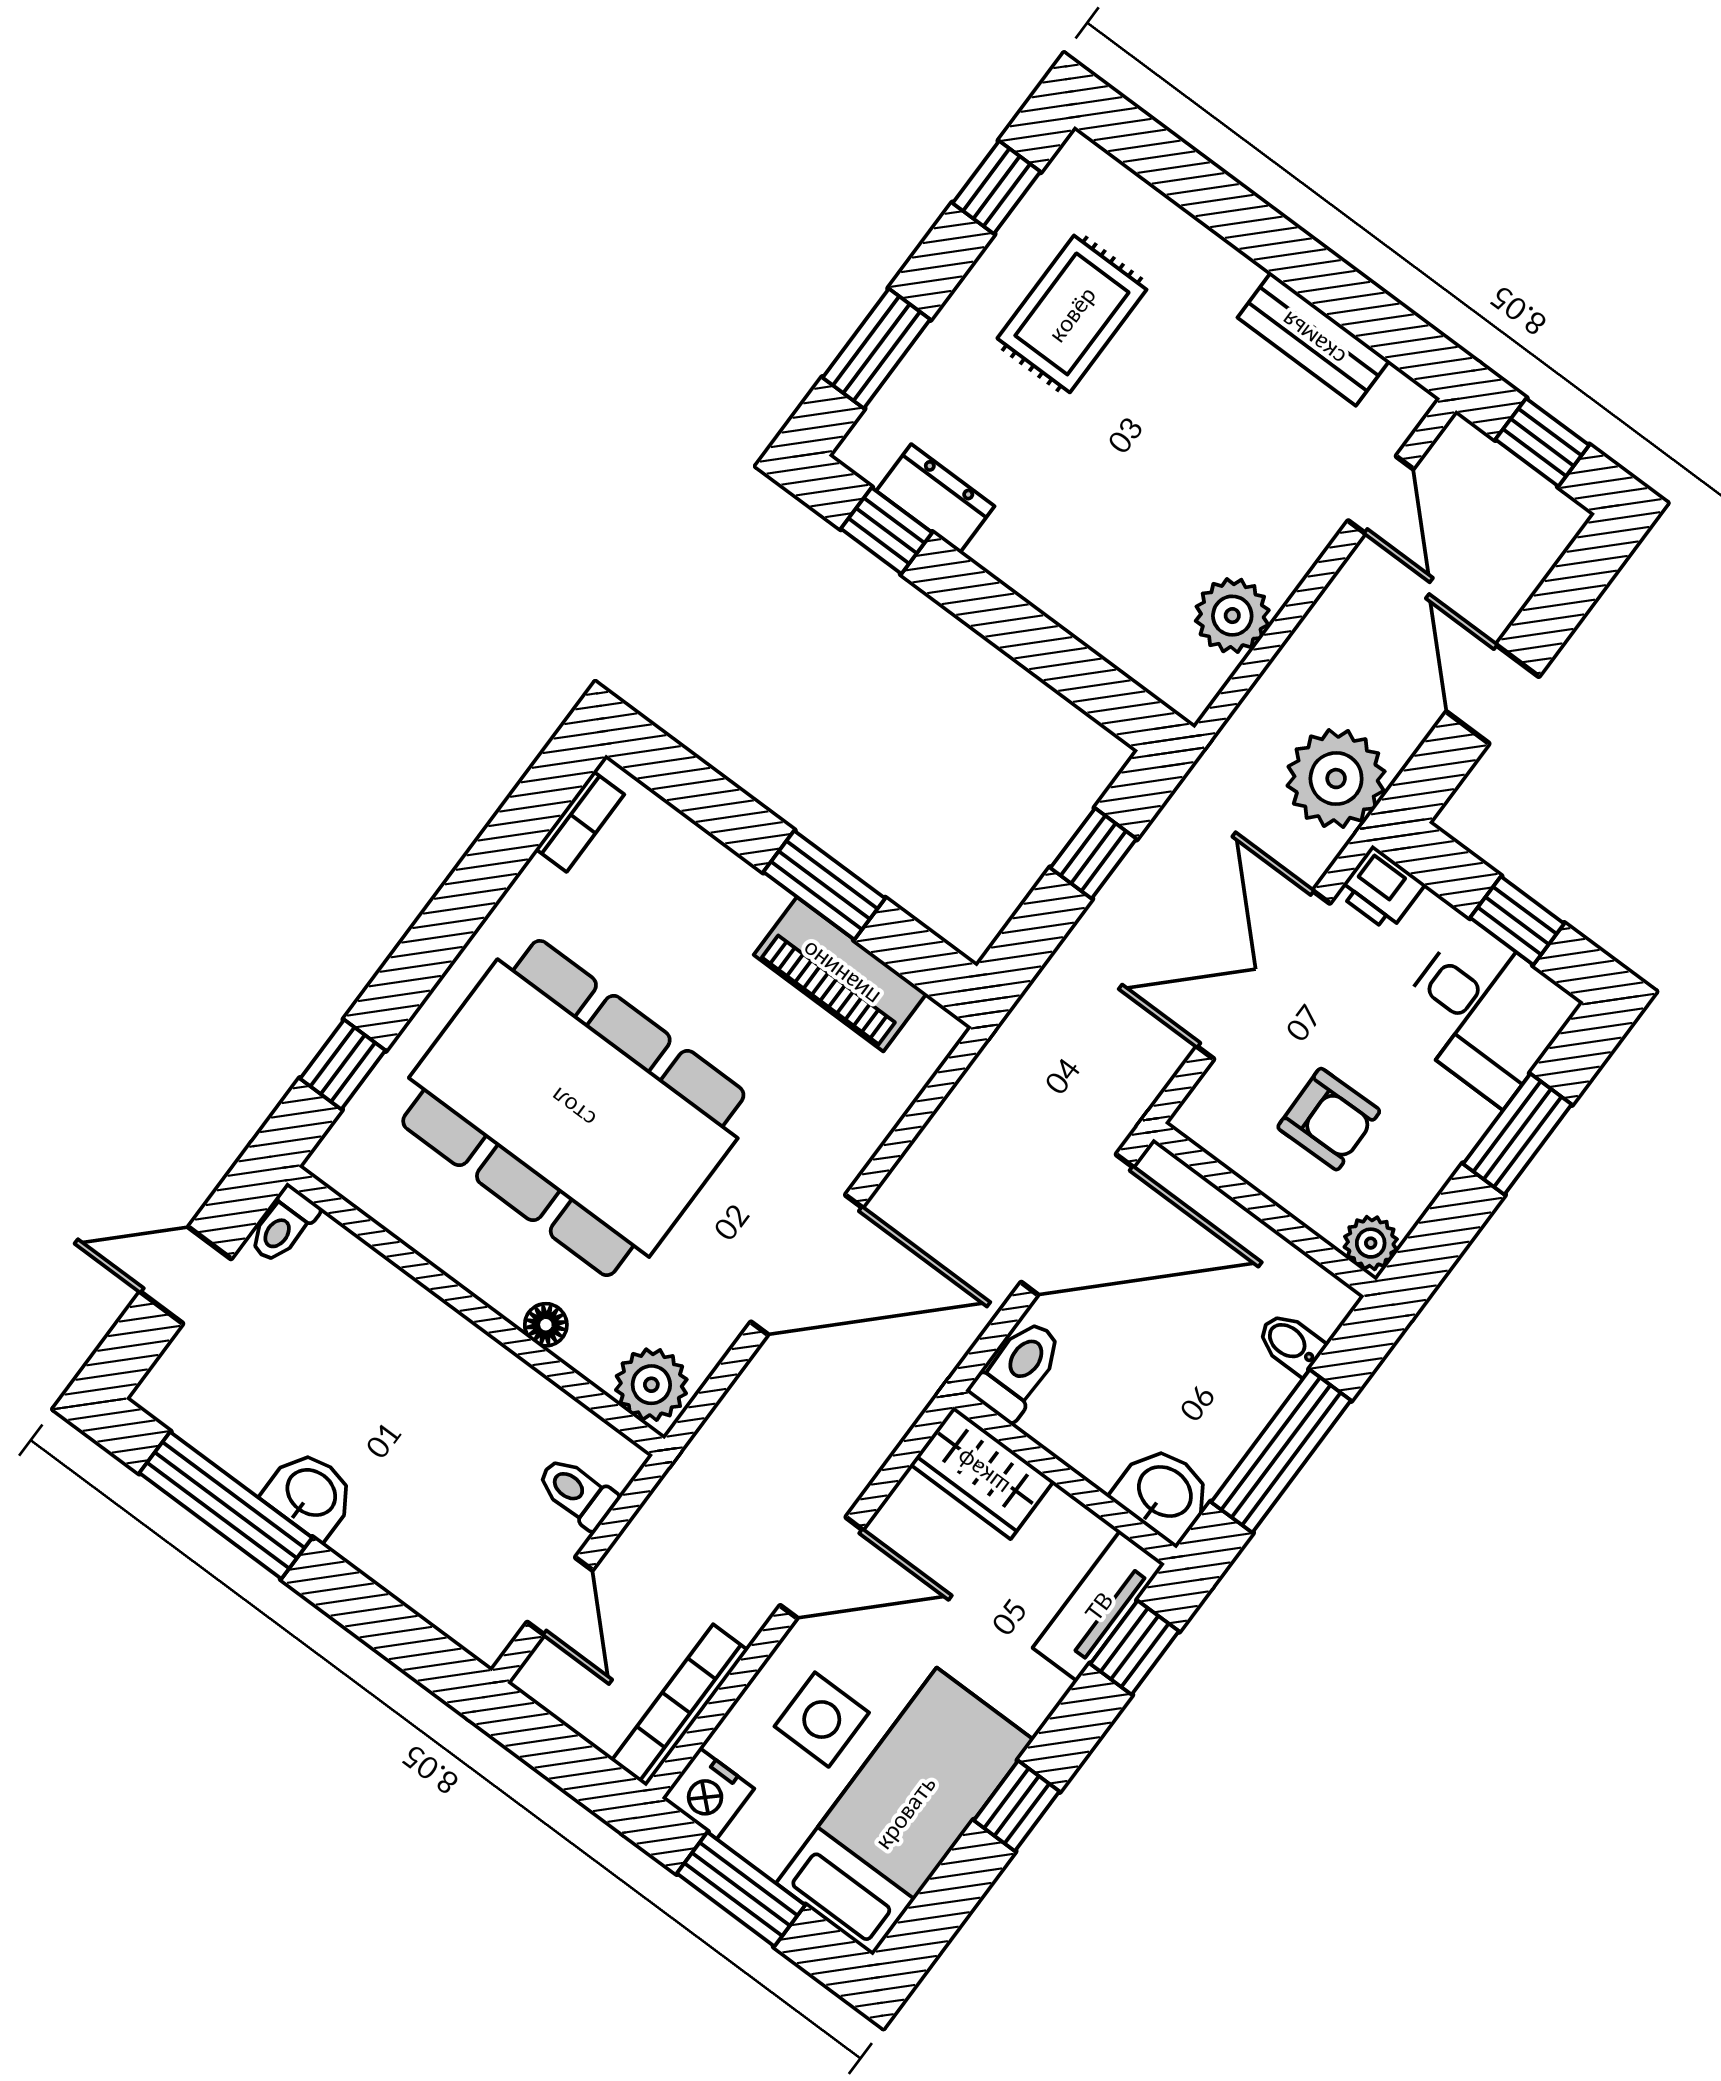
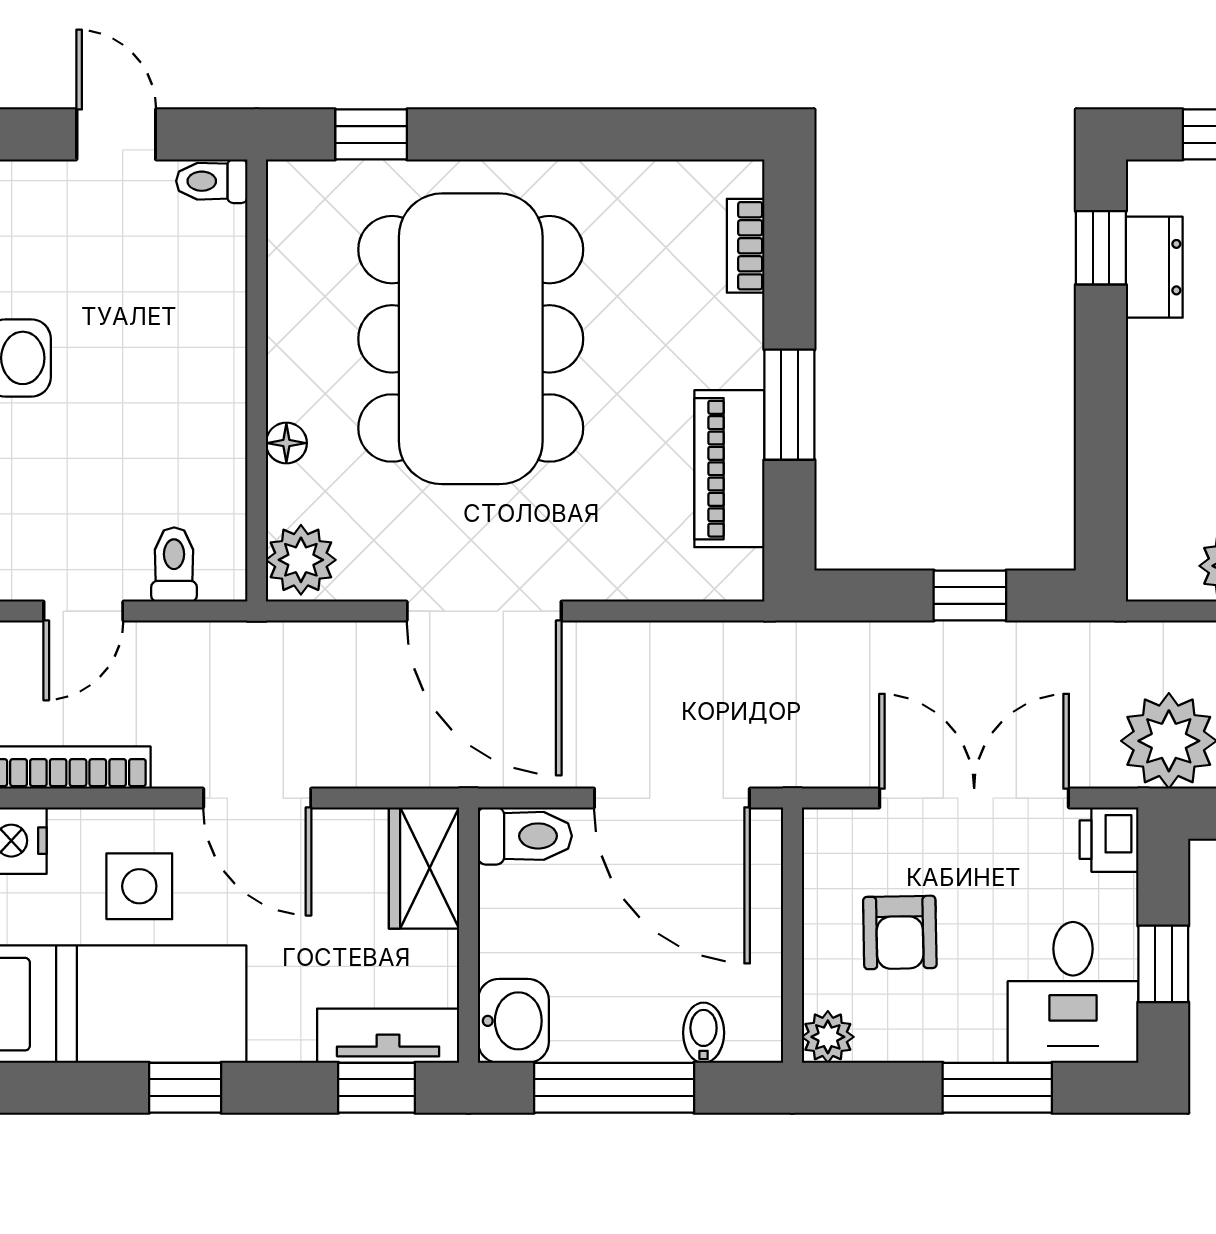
bookcase: (580, 822) -> (746, 246), moved, turned 90

